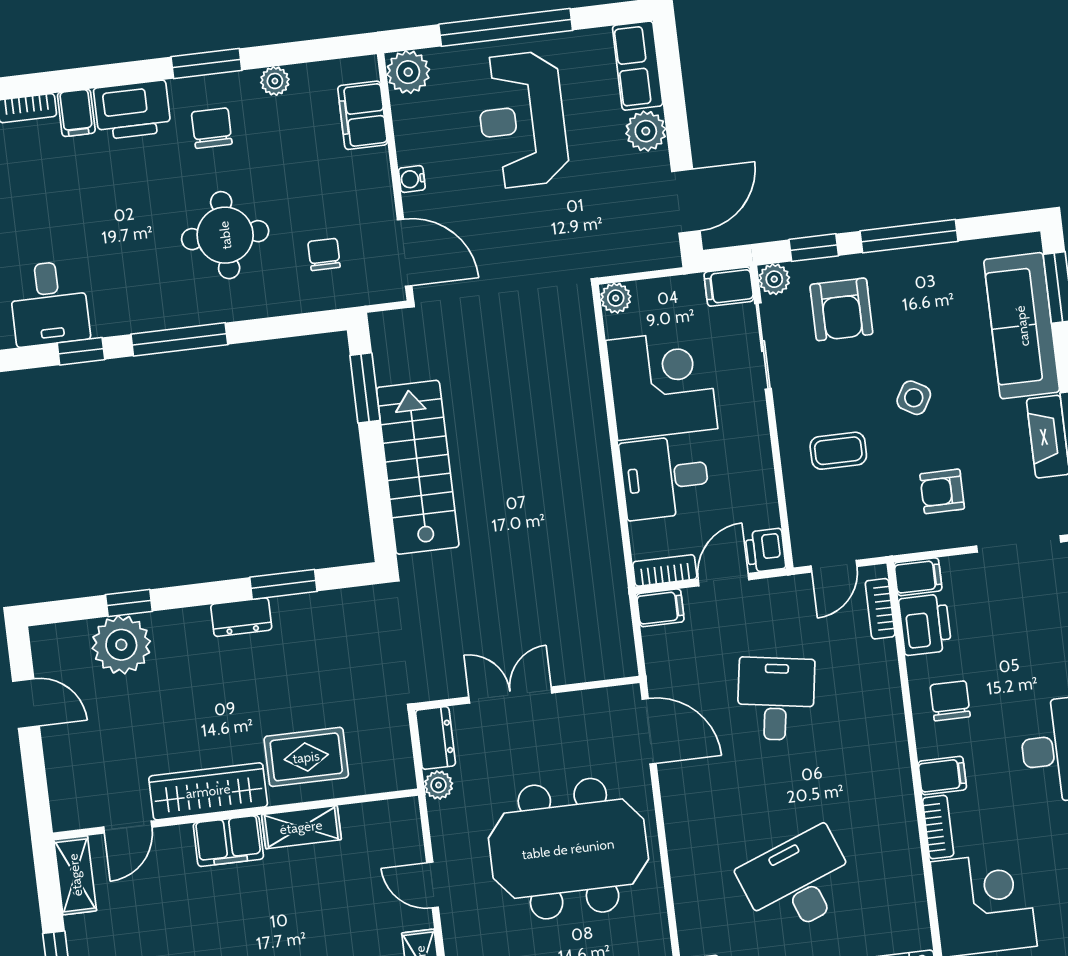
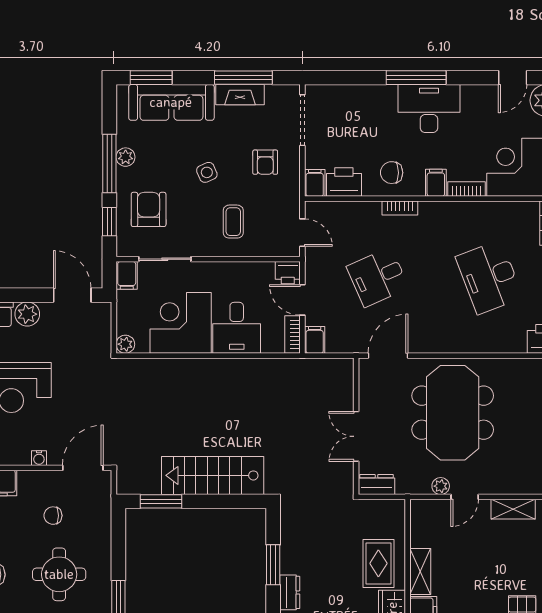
chair: (324, 254) -> (53, 516), moved
plant: (774, 279) -> (126, 157), moved
armchair: (841, 309) -> (149, 209), turned -90
side table: (914, 398) -> (207, 172), turned 37
bookcase: (880, 609) -> (400, 208), moved
desk: (776, 699) -> (378, 277), turned -33
plant: (439, 785) -> (441, 486), moved

